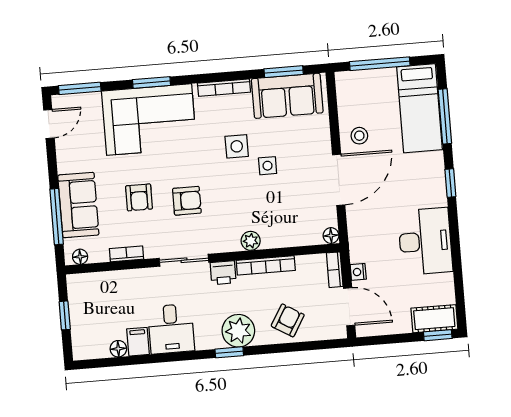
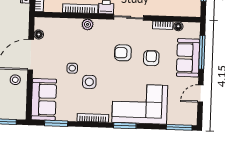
window: (152, 82) -> (125, 126), moved
sofa: (287, 96) -> (44, 99), moved, turned 90
door: (49, 124) -> (200, 94), moved
floor lamp: (331, 236) -> (39, 34), moved
floor lamp: (80, 257) -> (178, 26), moved

